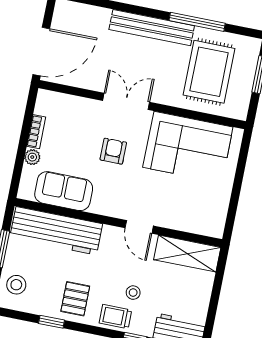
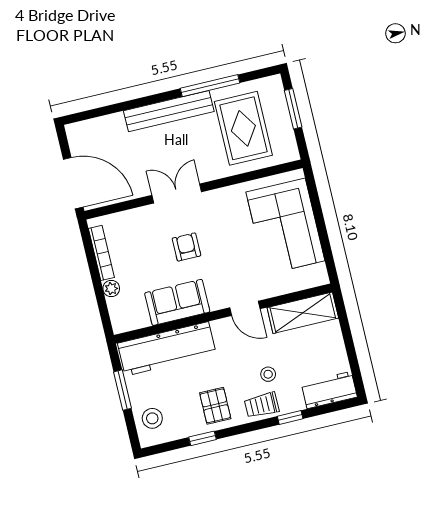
door: (41, 52) -> (73, 183), hinge flipped
bookcase: (36, 132) -> (101, 253), width x1.56
corner sofa: (188, 147) -> (285, 226), moved, turned 90
sofa: (64, 191) -> (177, 302), moved

